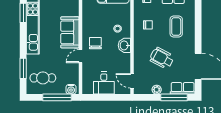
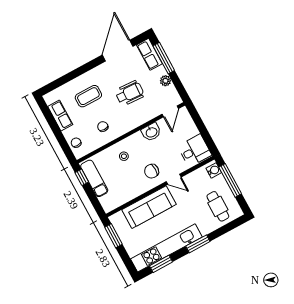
sofa: (70, 32) -> (149, 207), width x1.36
washbasin: (124, 45) -> (151, 132), moved
wheelchair: (162, 58) -> (130, 93), turned -115
window: (23, 68) -> (198, 244), moved
desk: (104, 83) -> (195, 151), moved

